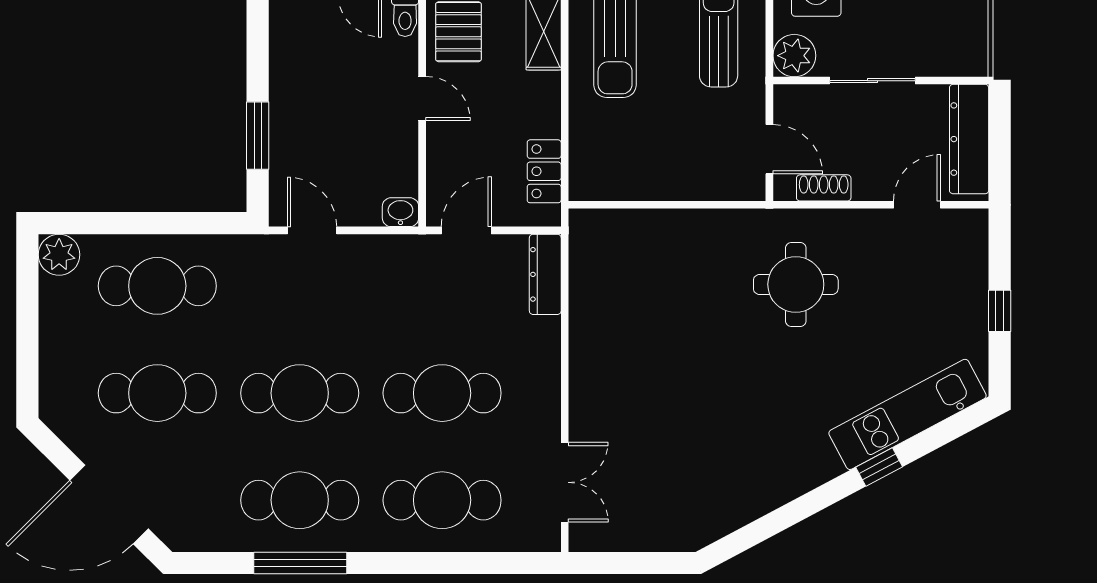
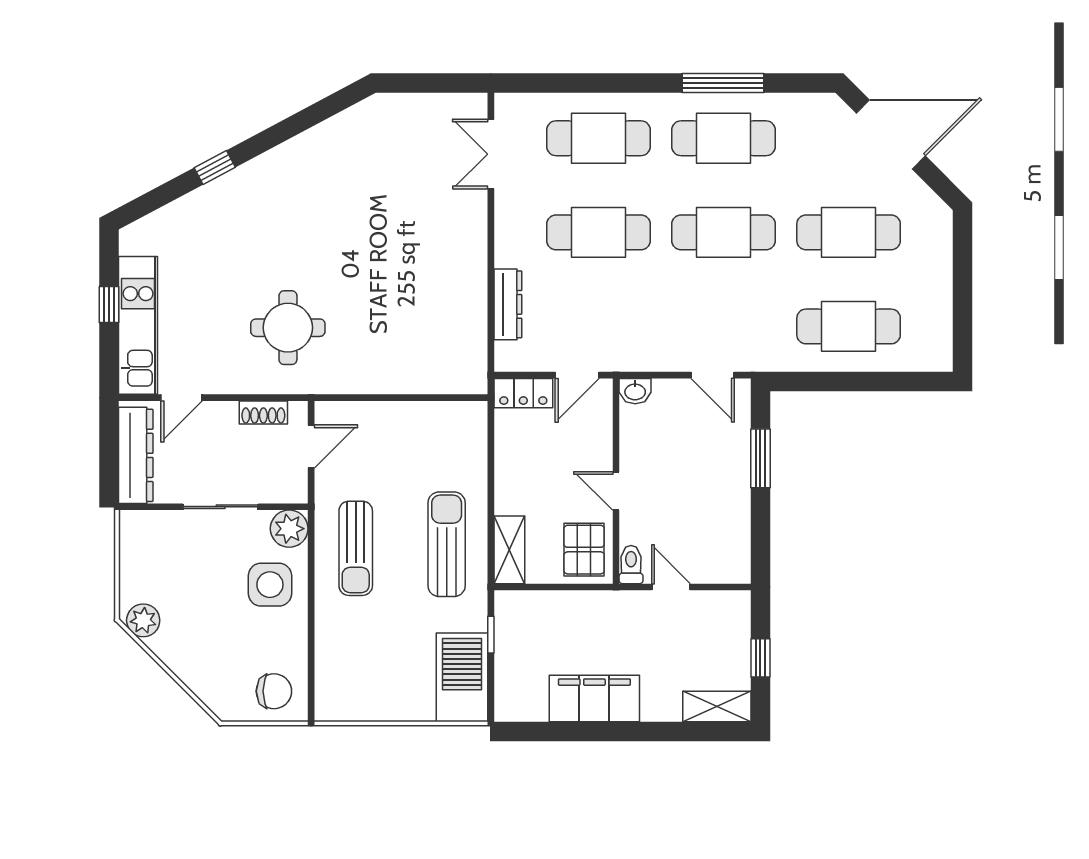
door: (769, 149) -> (311, 447), swing flipped
locker: (544, 171) -> (523, 393), moved, turned 90
plant: (59, 255) -> (935, 354), removed
dresser: (545, 274) -> (508, 304), moved
kitchen unit: (908, 414) -> (138, 325), moved, turned -62

